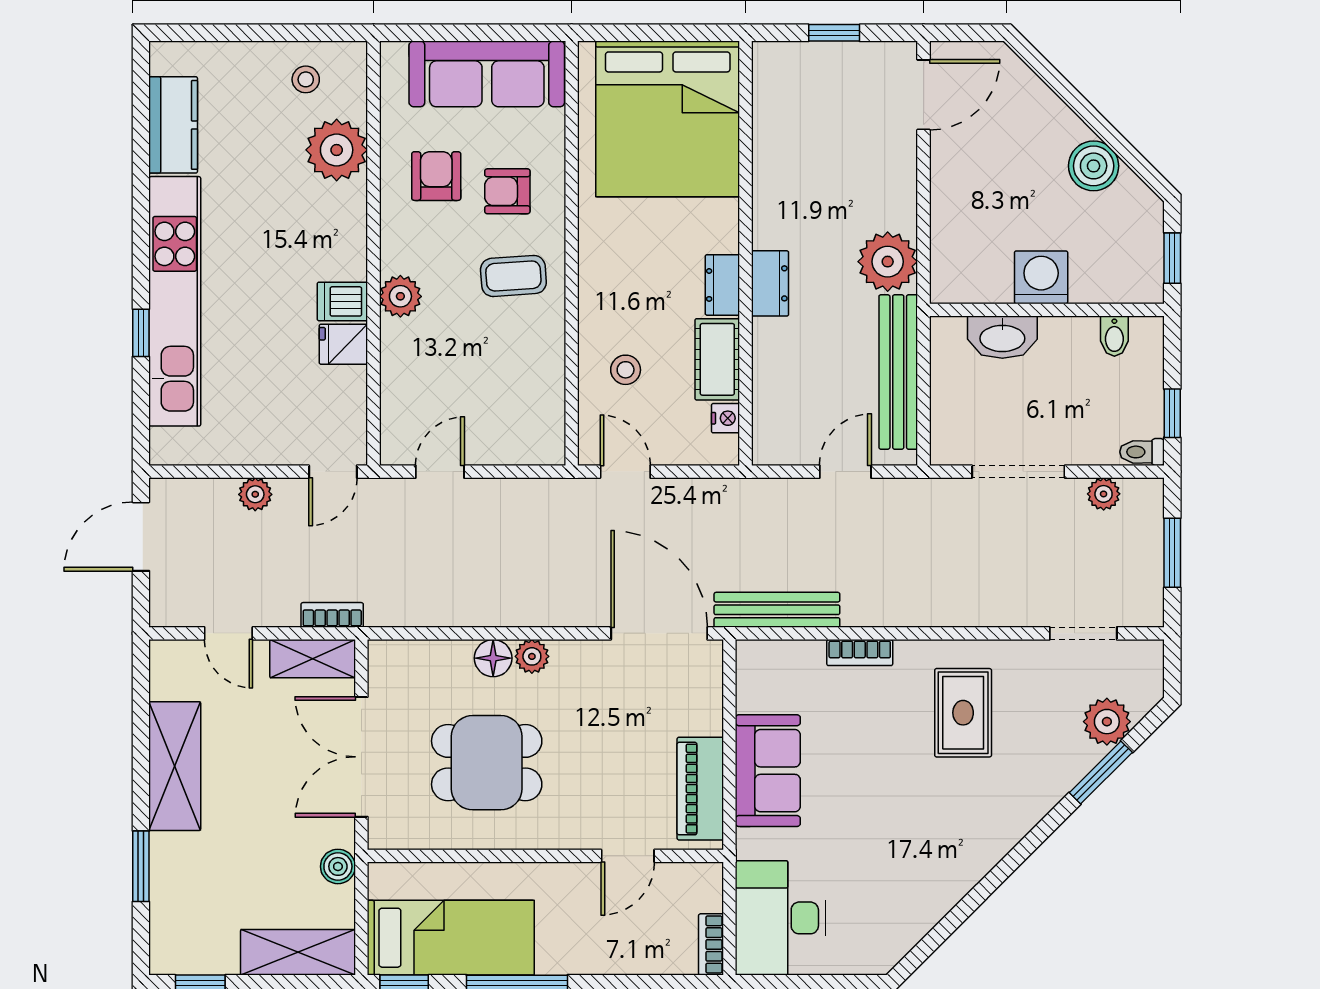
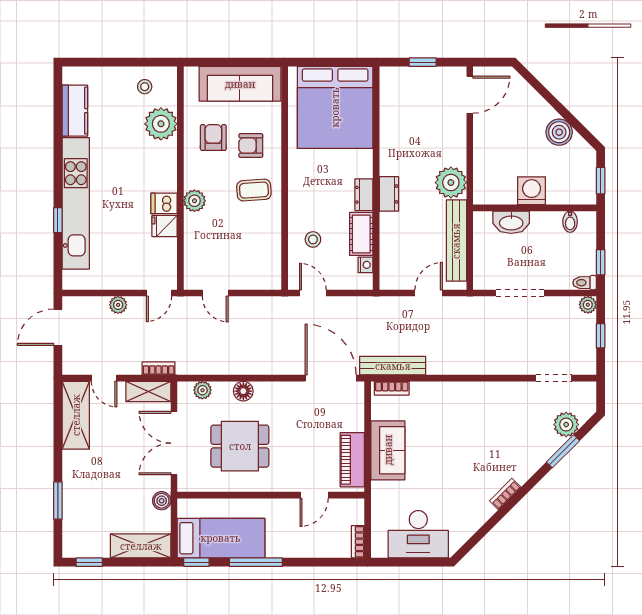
door: (440, 472) -> (215, 293), swing flipped
plant: (1104, 494) -> (588, 305), moved
window: (1172, 553) -> (601, 336), width x0.67
bookcase: (860, 653) -> (392, 388), moved
plant: (532, 656) -> (202, 390), moved
rug: (963, 713) -> (491, 420), removed
shelving: (175, 766) -> (76, 415), moved
bookcase: (991, 854) -> (505, 494), added
desk: (780, 918) -> (418, 534), moved, turned -90

